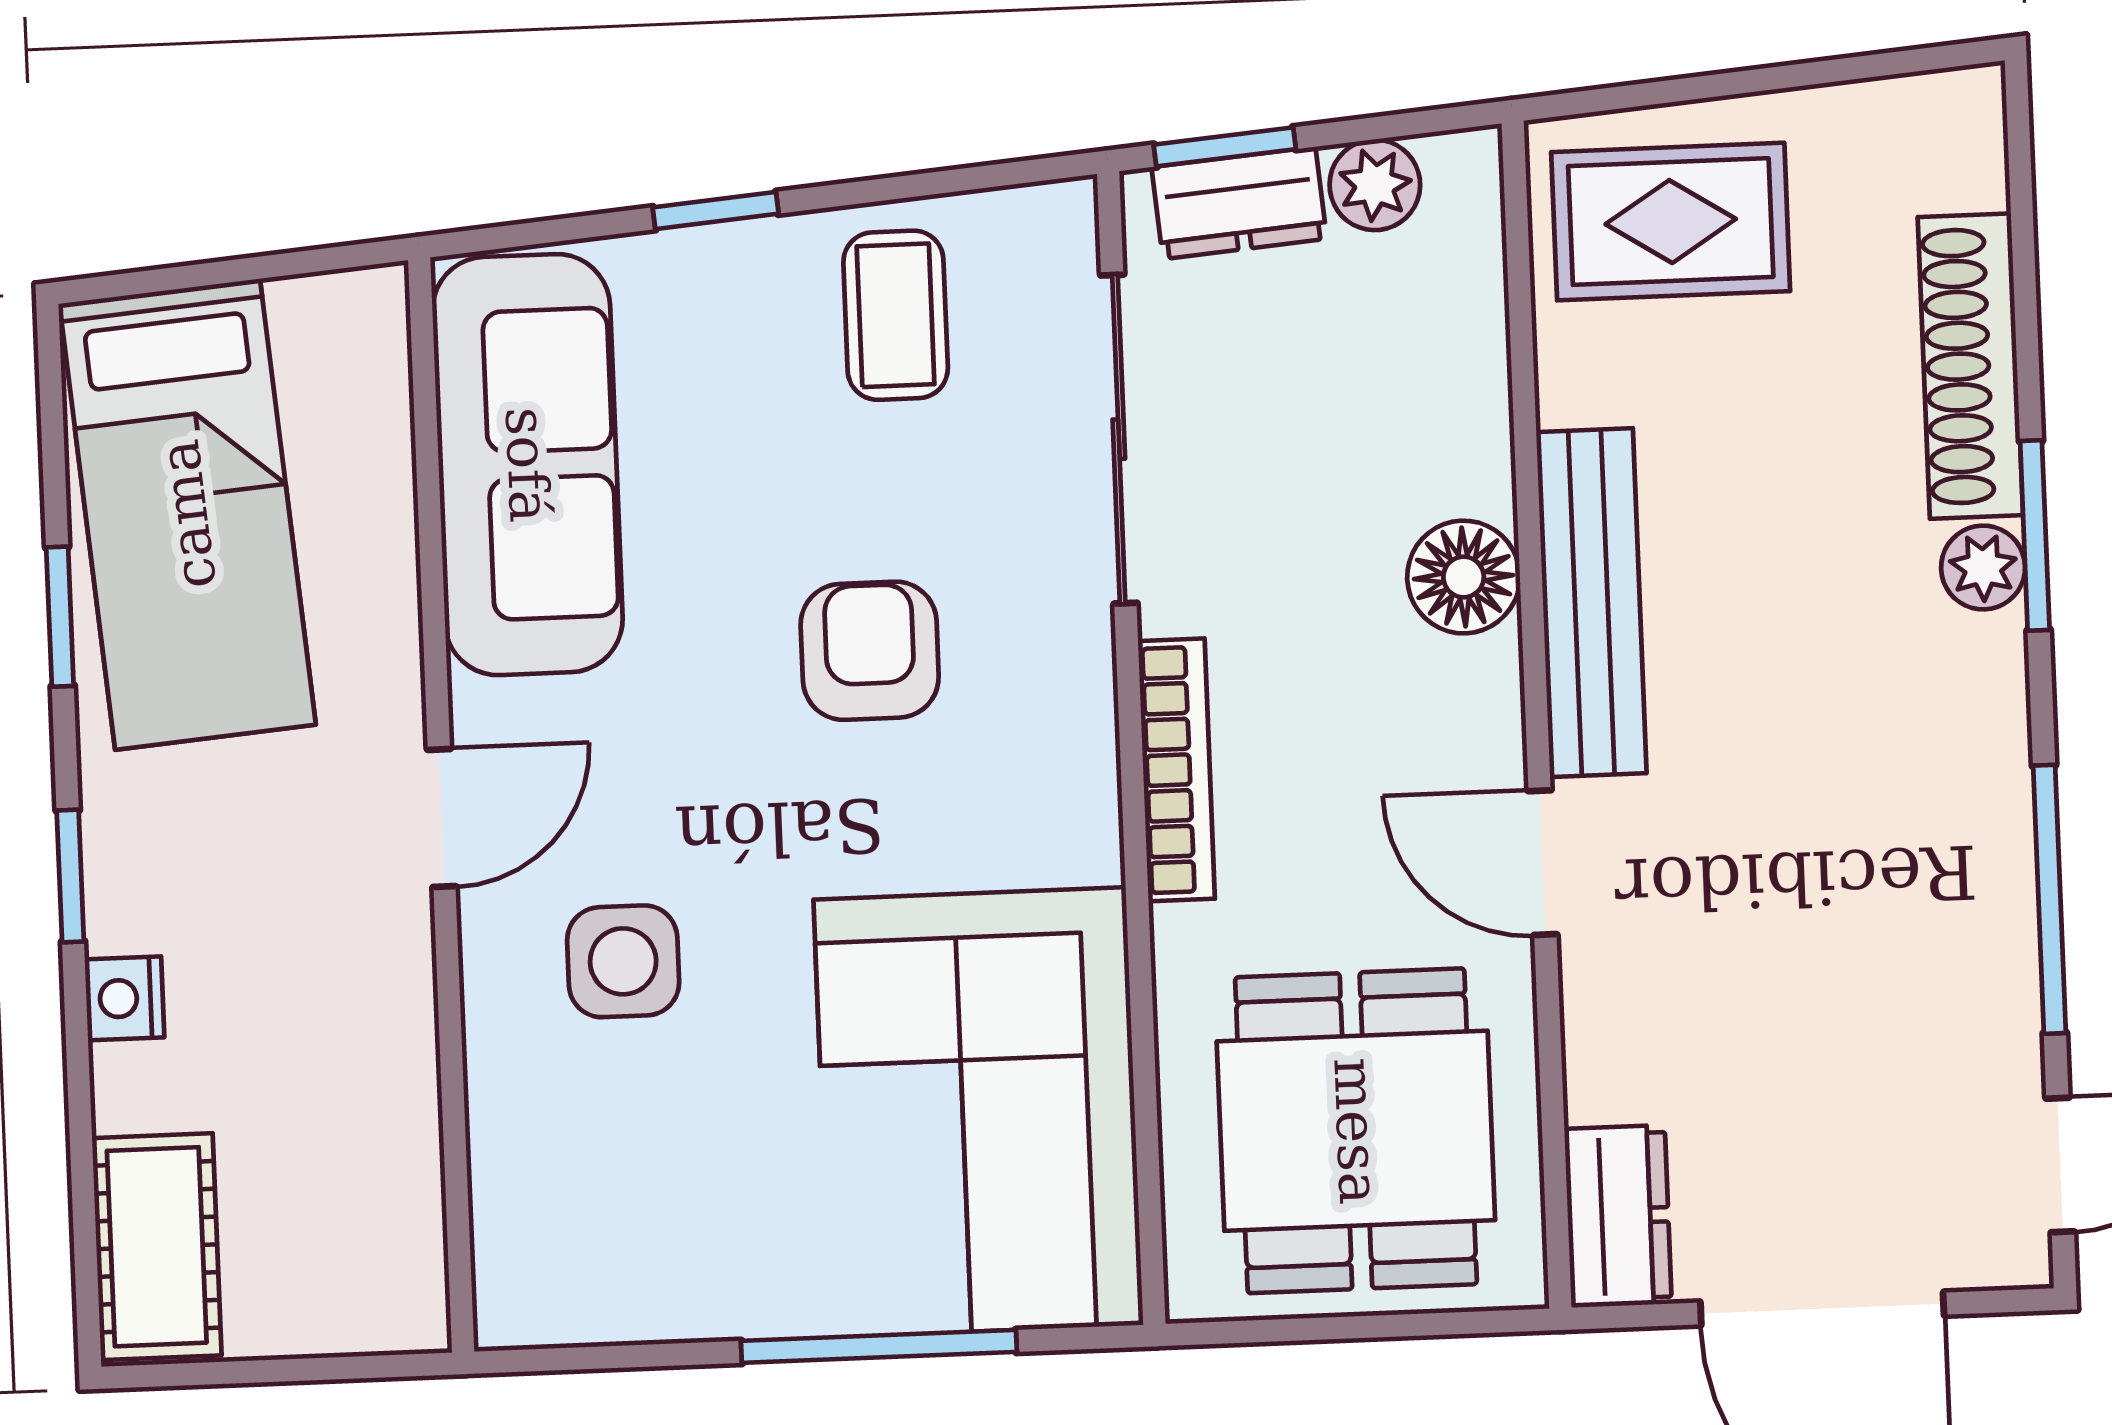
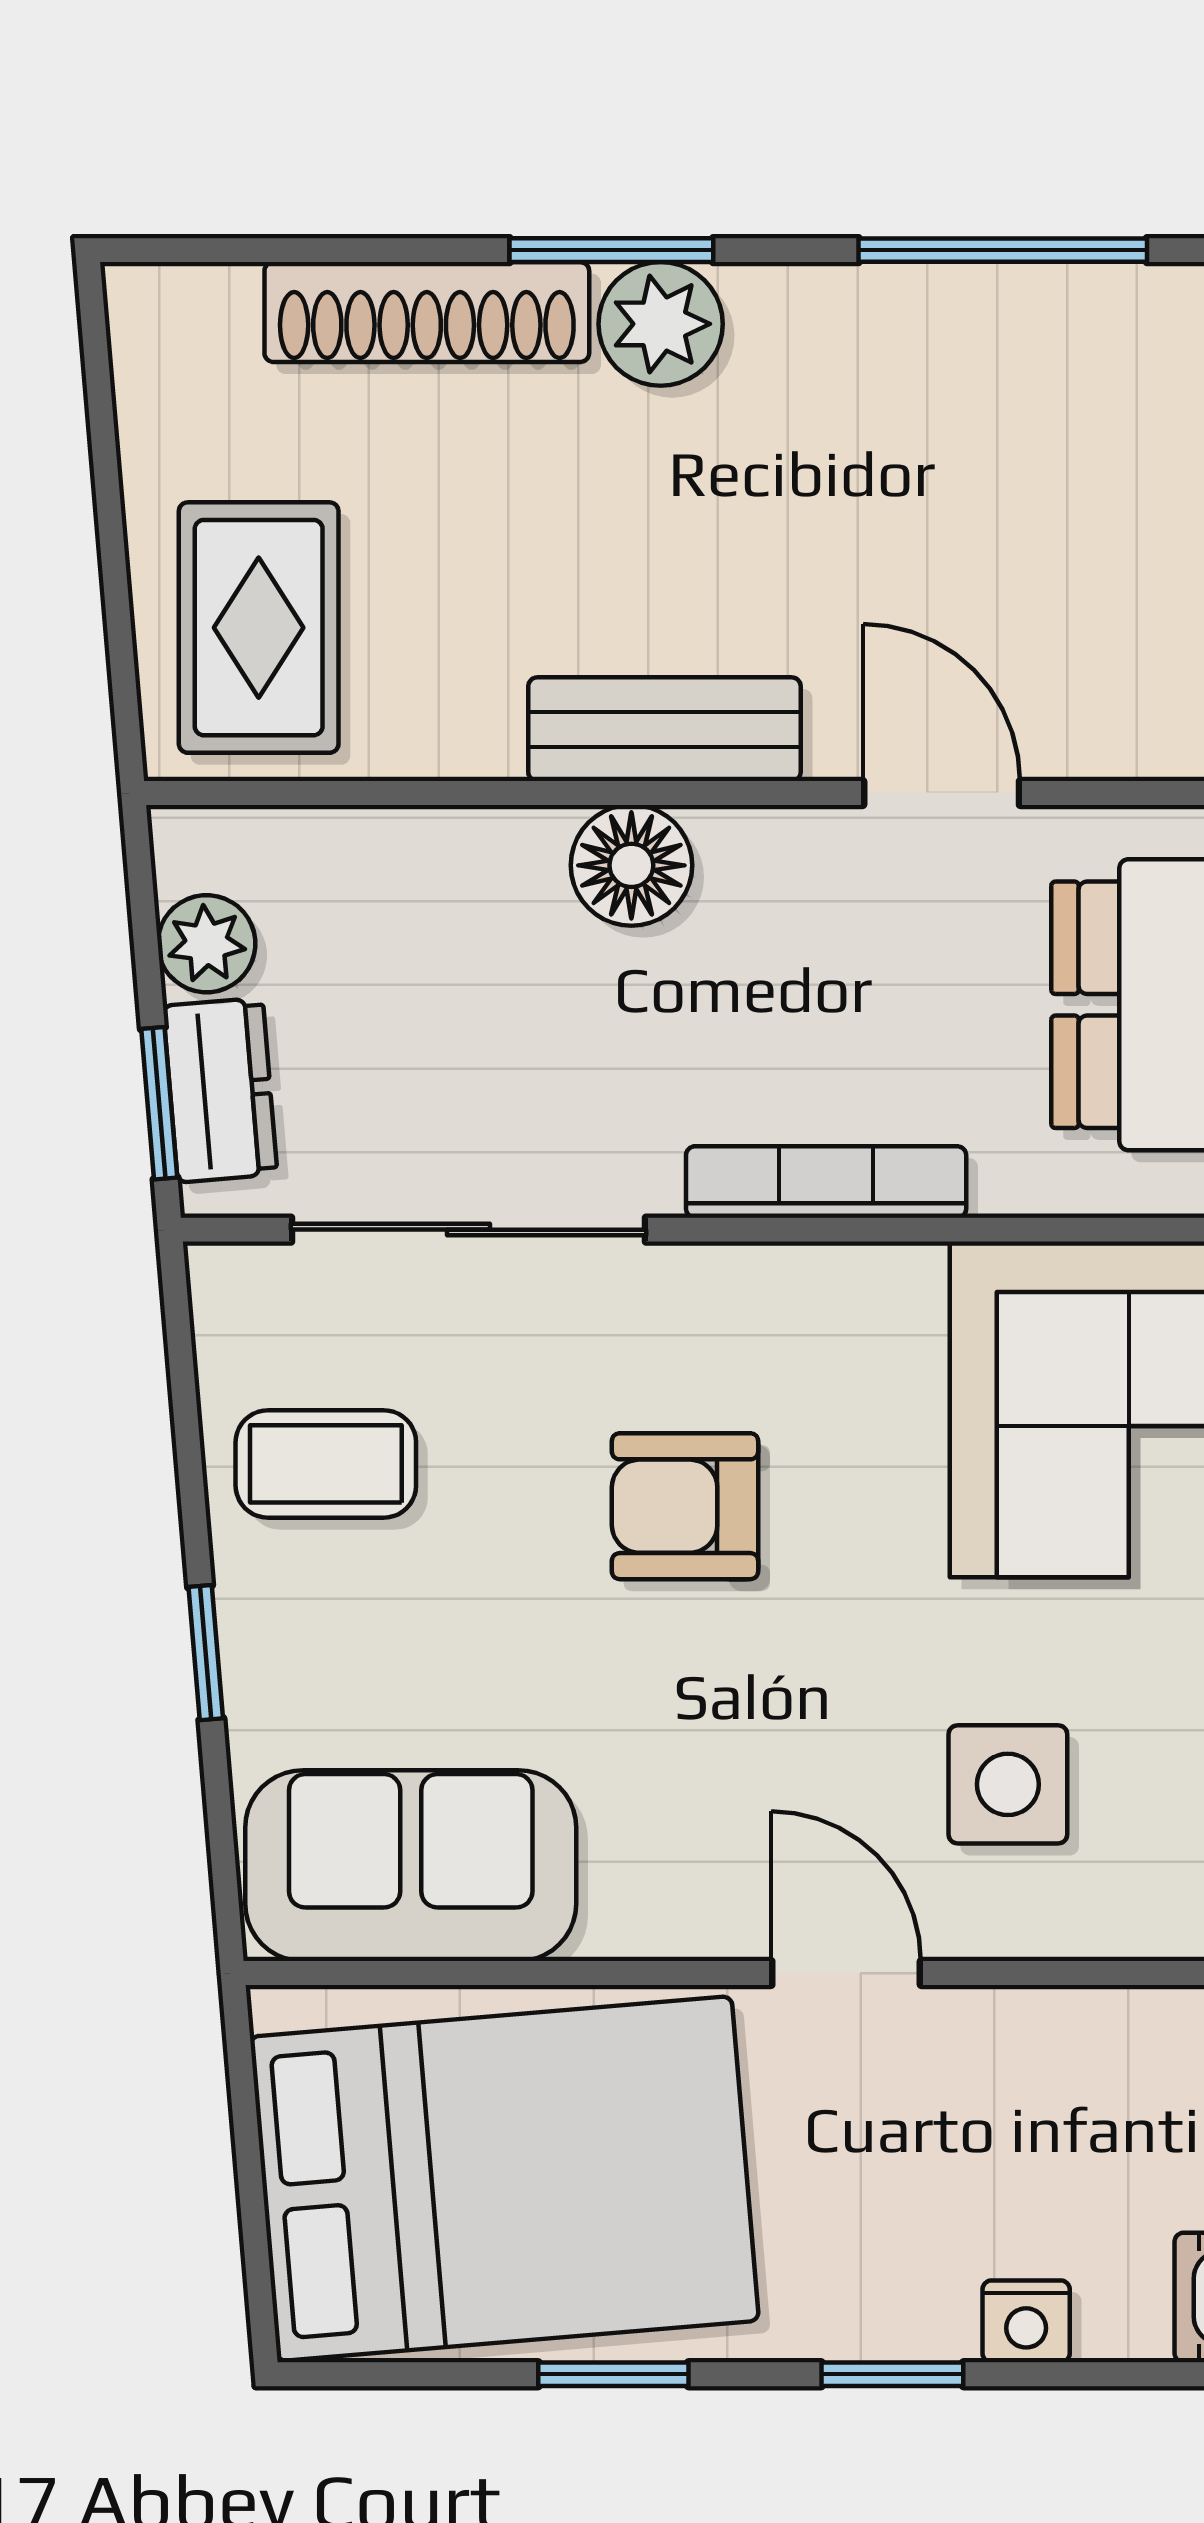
sofa: (527, 465) -> (411, 1866), width x0.73
bed: (188, 514) -> (504, 2179), width x1.50
plant: (1983, 568) -> (661, 324), width x1.38, depth x1.38
bench: (1591, 603) -> (664, 729), width x0.73
door: (1542, 863) -> (942, 793), swing flipped

